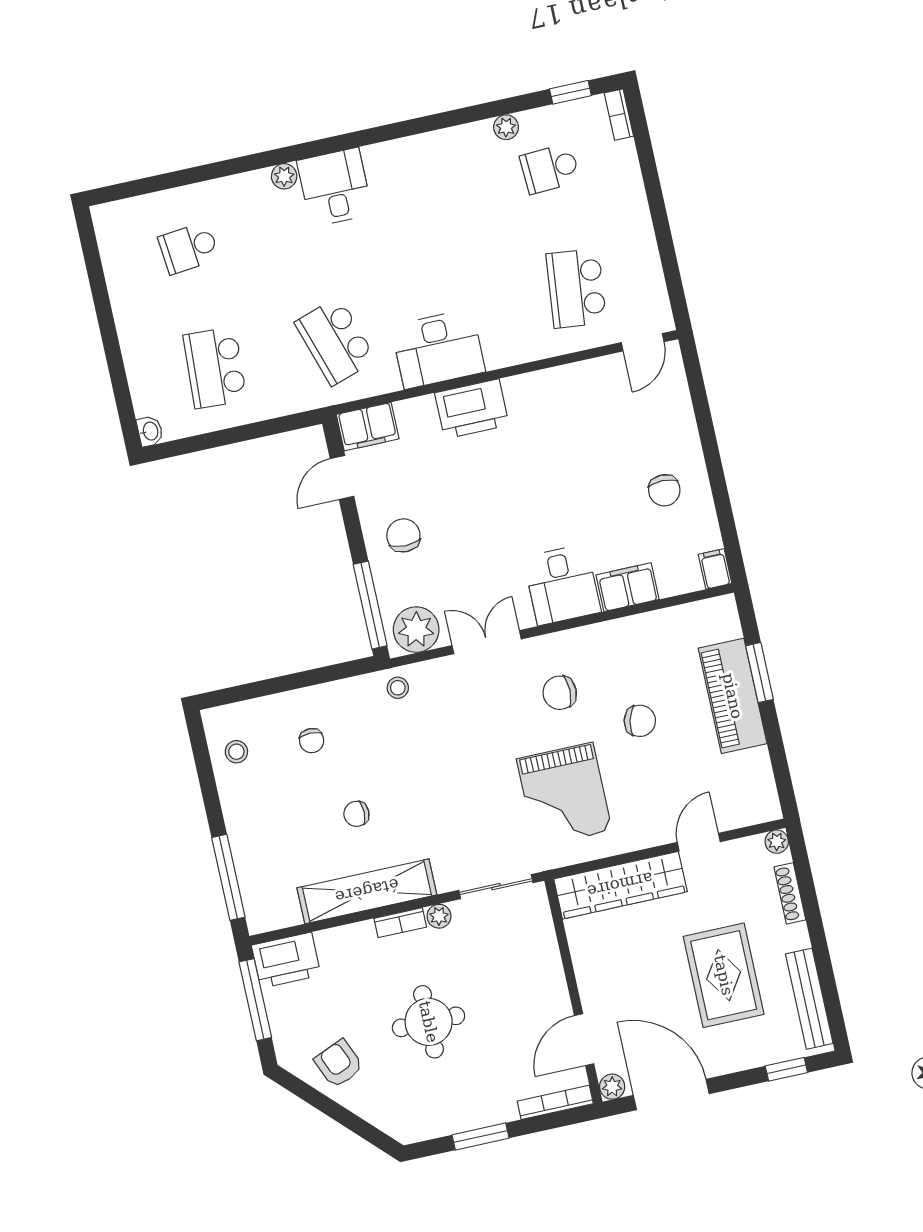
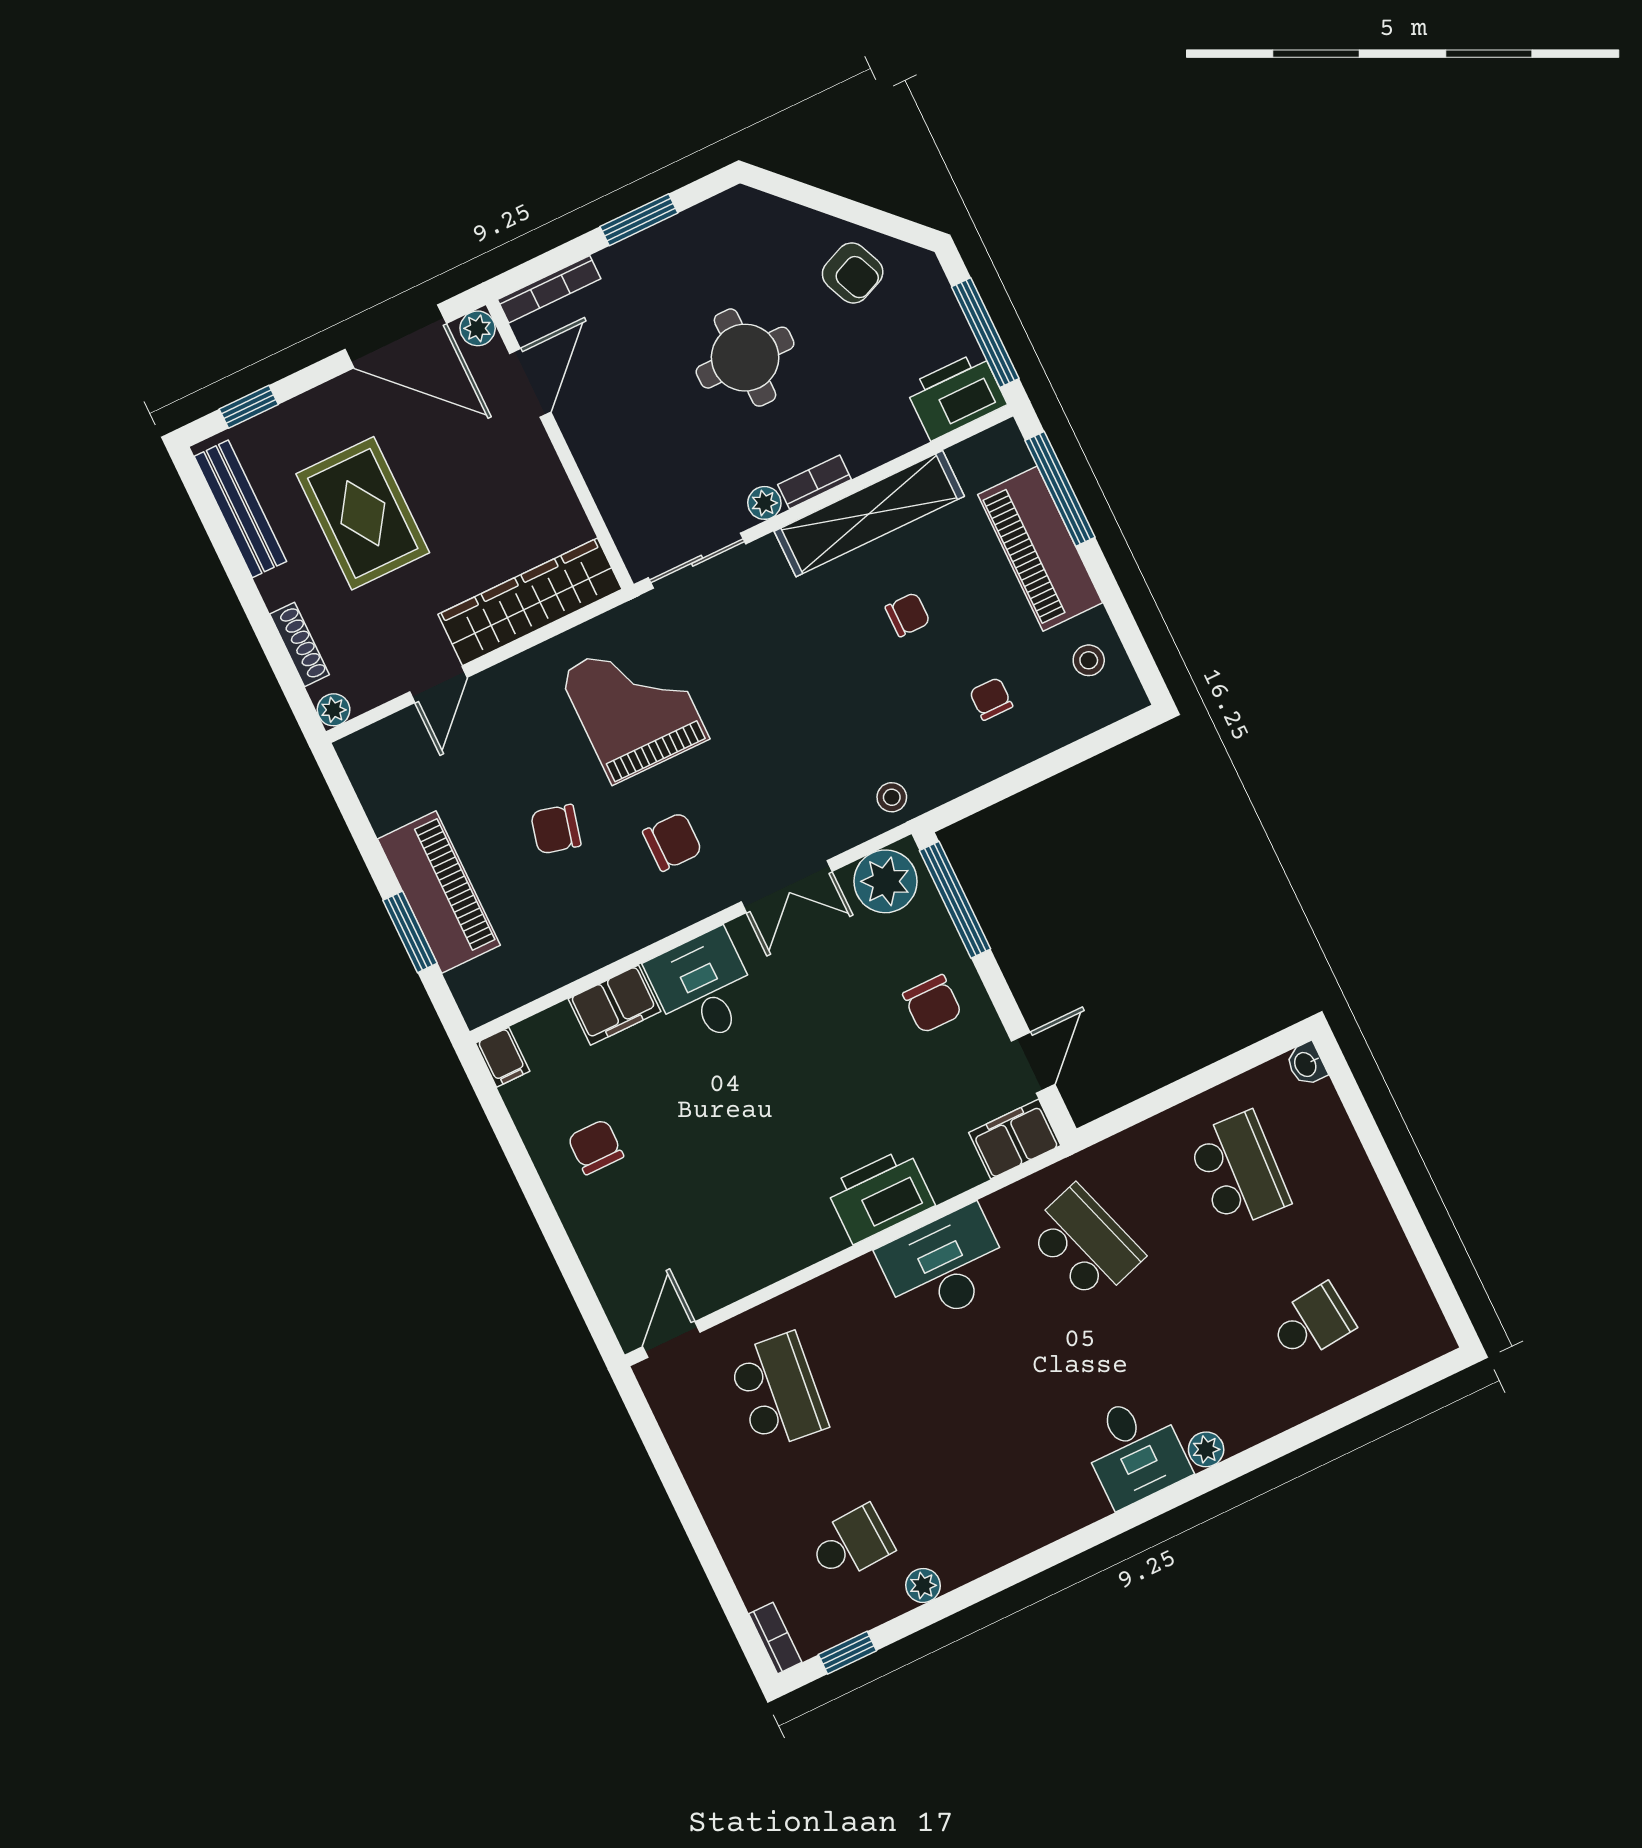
piano: (252, 838) -> (1040, 549), added

